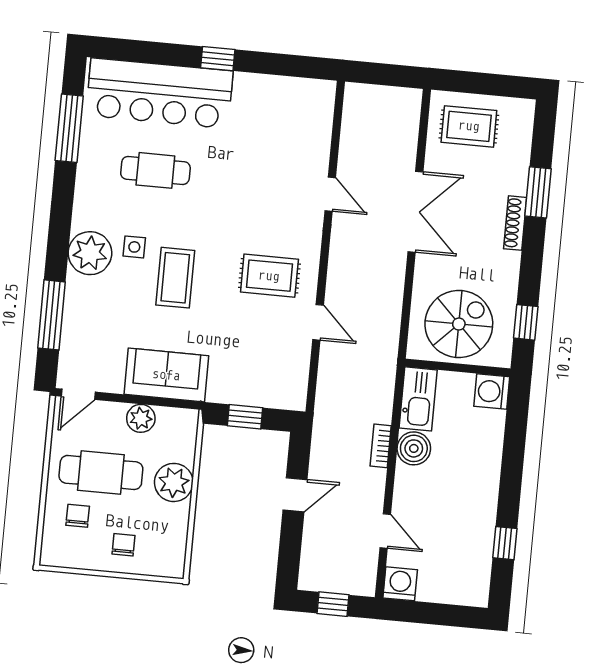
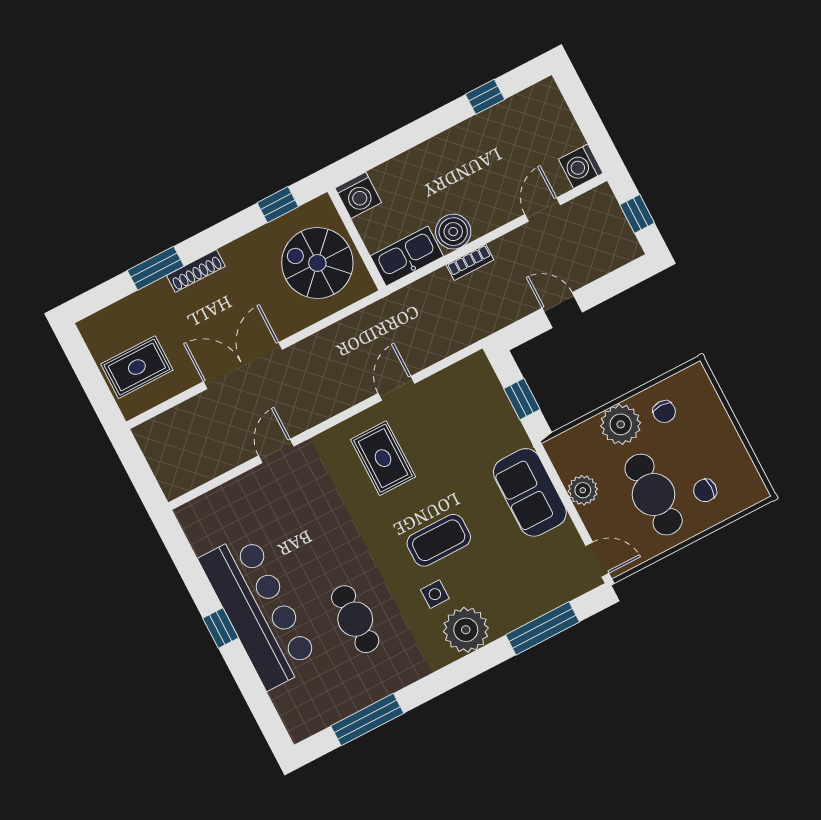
bar counter: (159, 93) -> (259, 611), moved
rug: (469, 126) -> (137, 367), turned 90
chair: (123, 545) -> (664, 412), moved, turned -90

